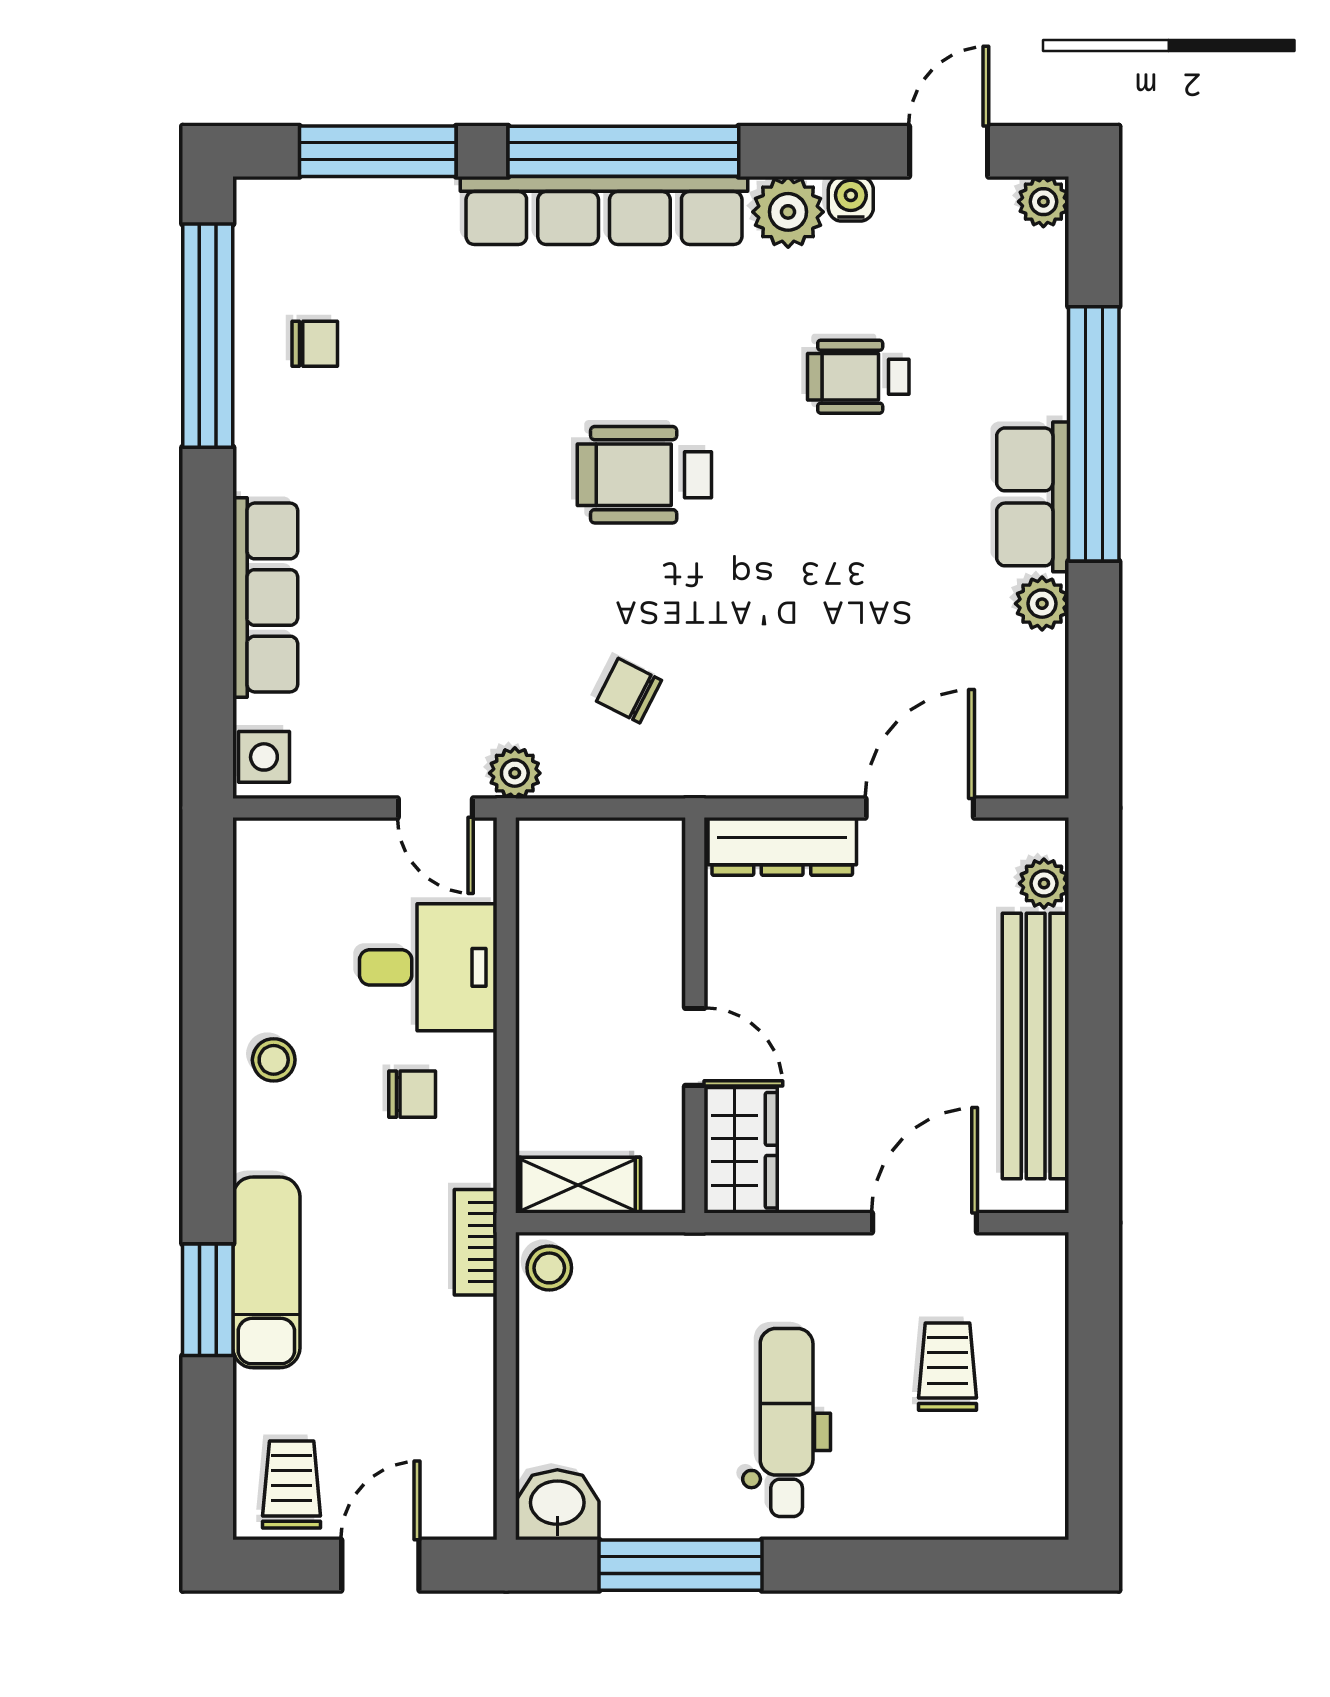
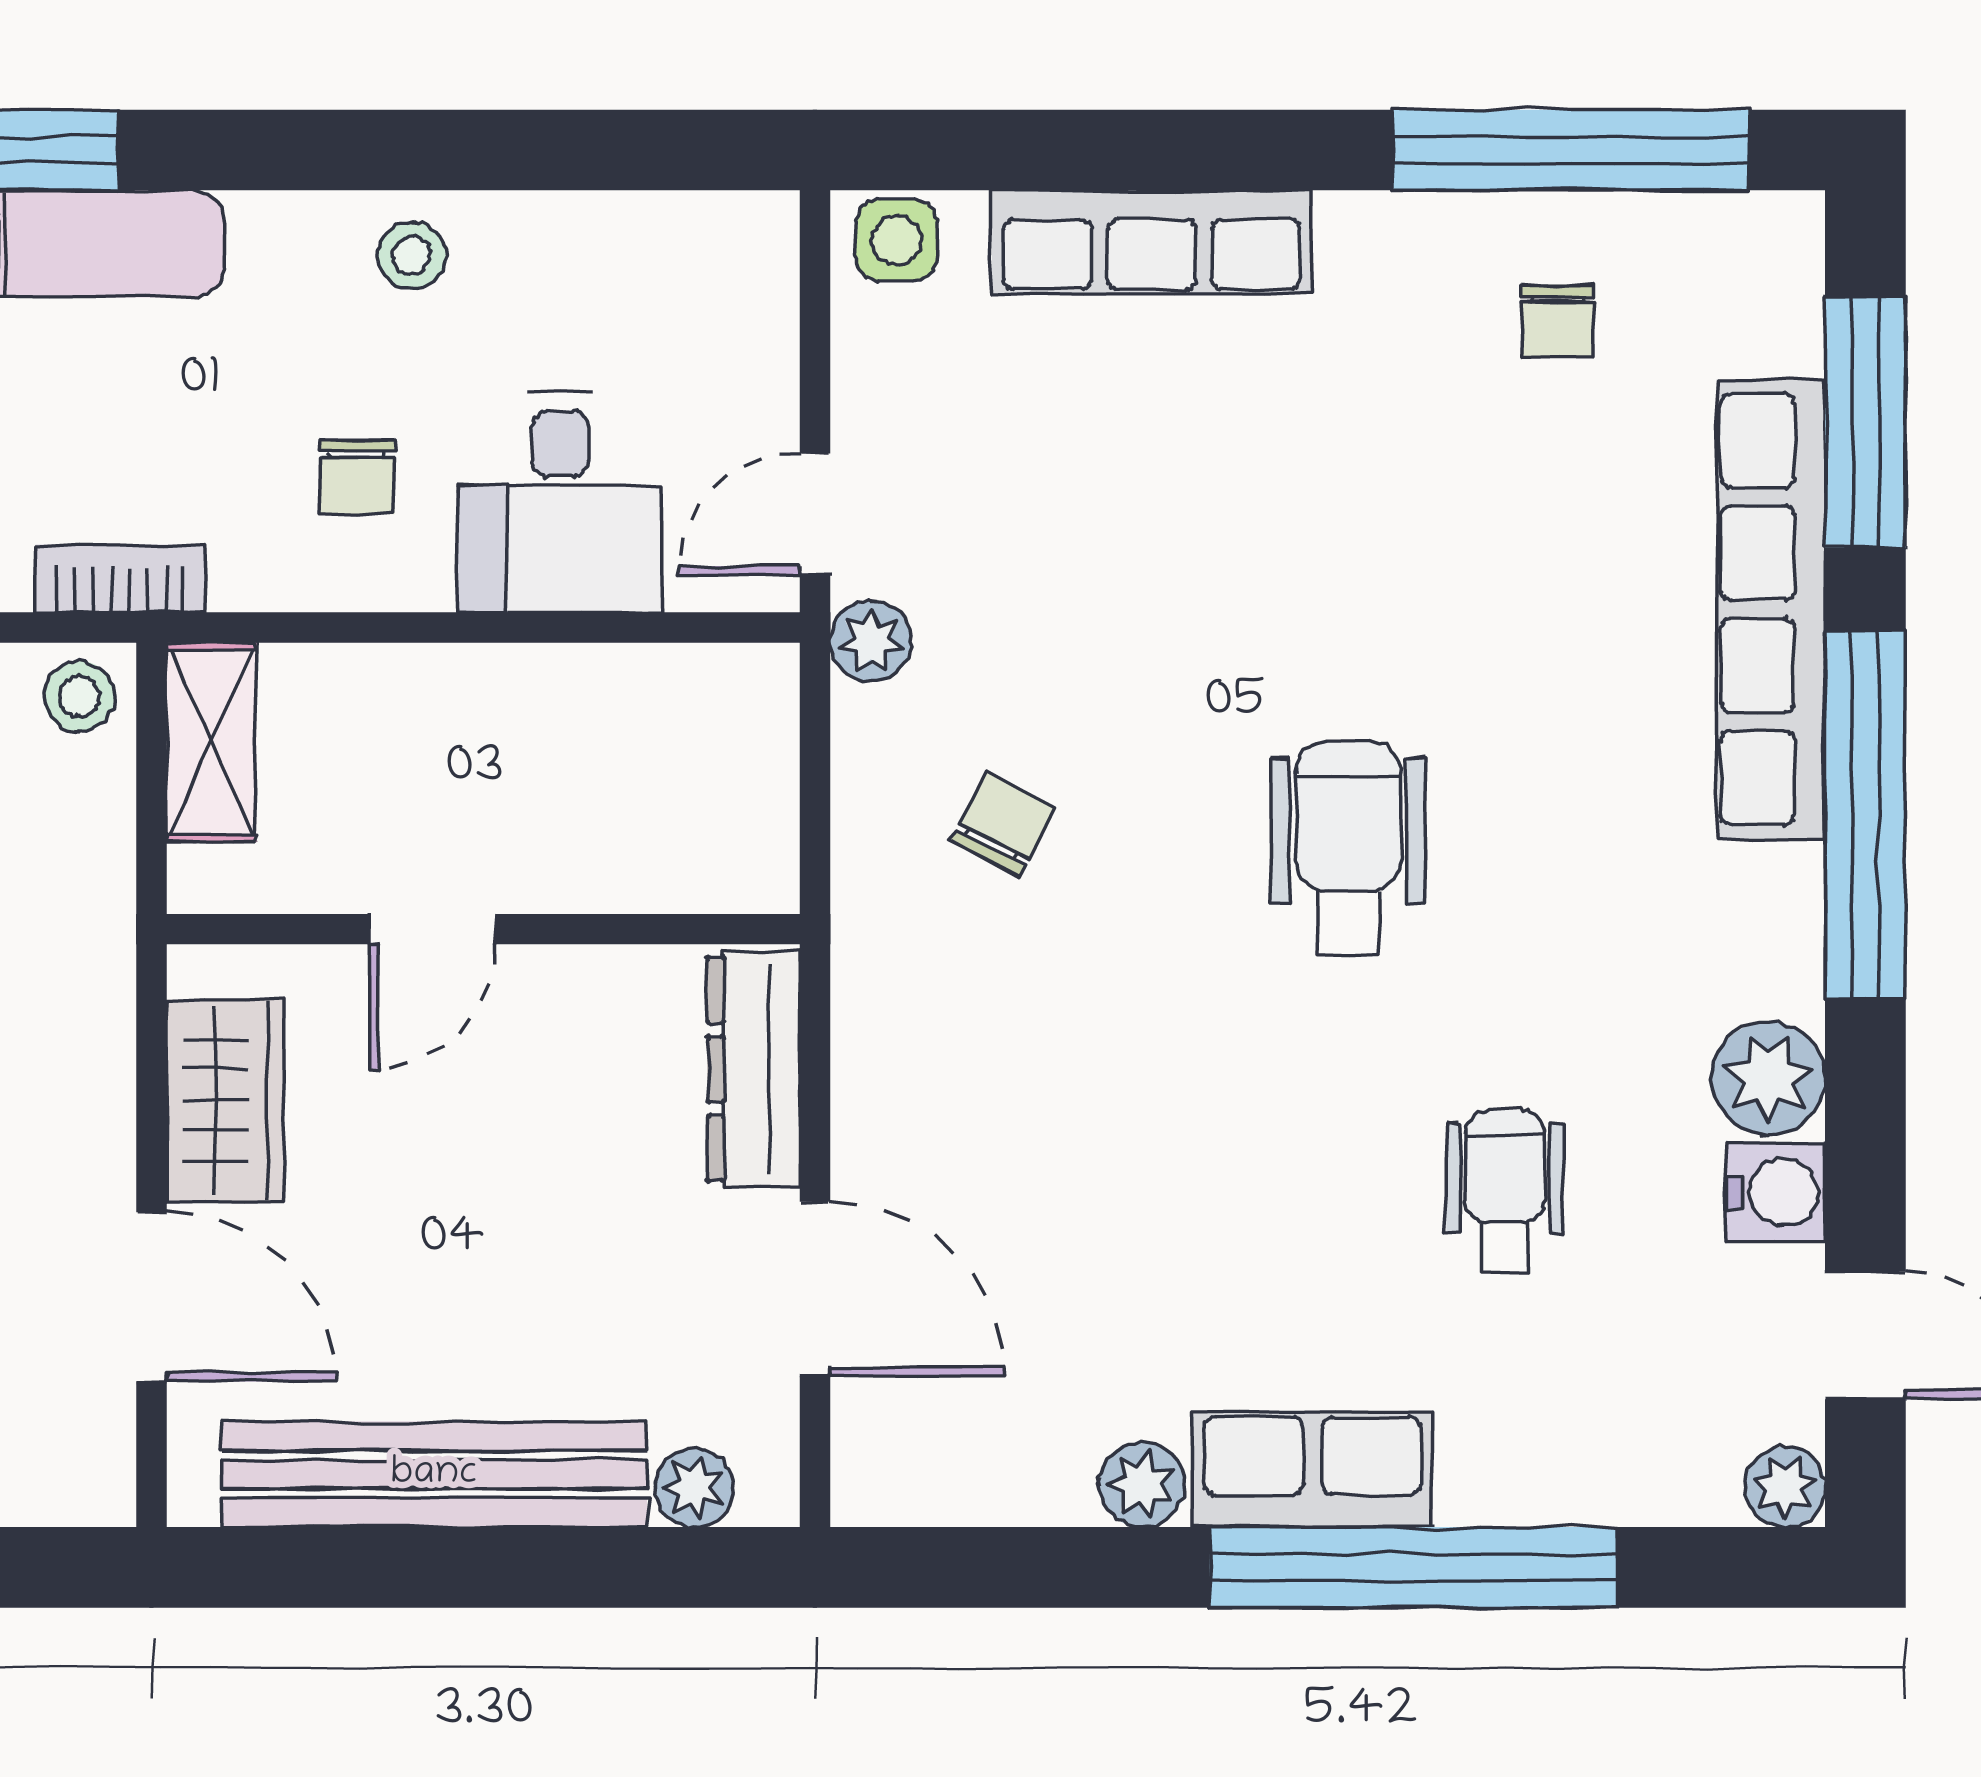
water cooler: (851, 199) -> (1776, 1192), width x1.38, depth x1.38
row of seats: (604, 211) -> (1771, 609), moved
wardrobe: (741, 1150) -> (225, 1100), moved, turned -90

